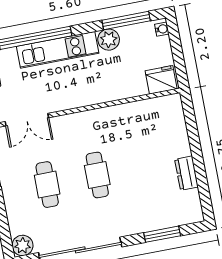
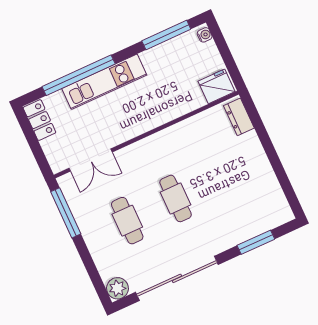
plant: (109, 40) -> (153, 59), removed
dresser: (186, 173) -> (239, 117), moved

